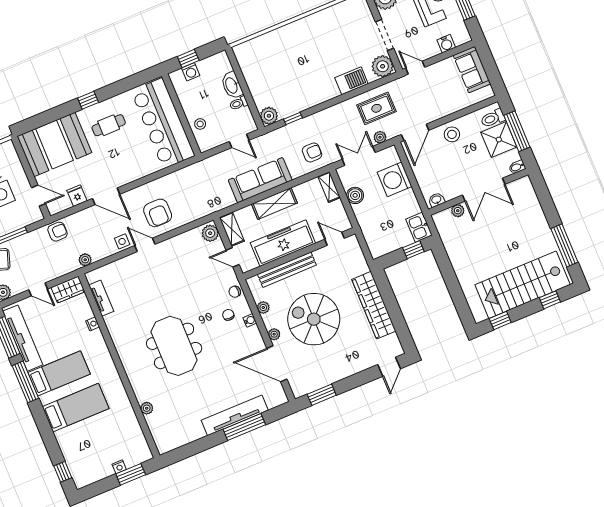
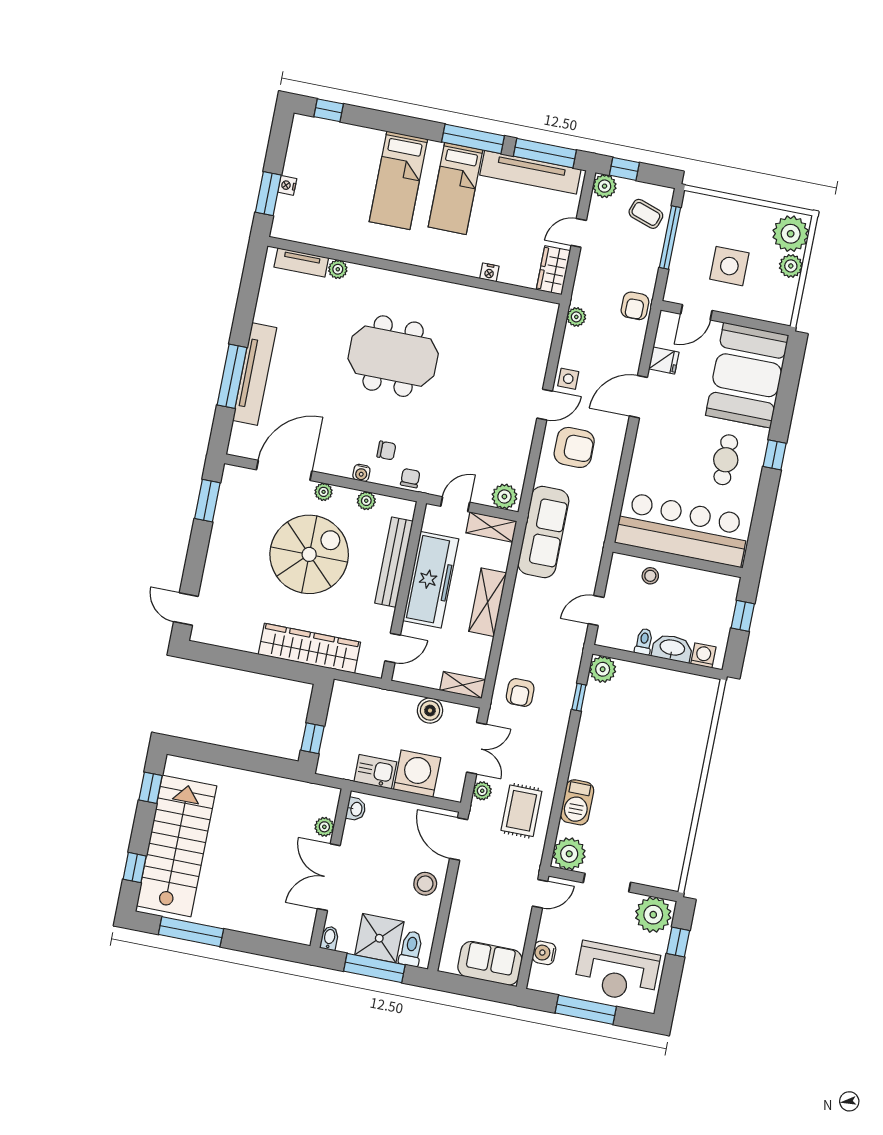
washing machine: (191, 72) -> (703, 655), moved, turned 90
sofa: (260, 180) -> (543, 532), moved
armchair: (158, 213) -> (574, 447), turned 180
kitchen sink: (419, 227) -> (375, 772), moved
tv unit: (101, 298) -> (301, 263), moved
wardrobe: (374, 305) -> (309, 648), moved

